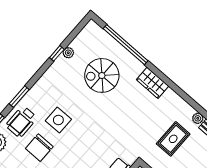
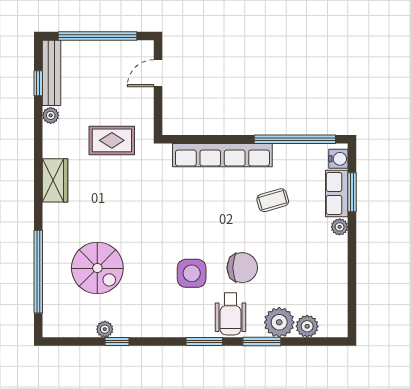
wardrobe: (153, 83) -> (55, 180), moved
wheelchair: (21, 122) -> (231, 314), turned 90
rug: (173, 139) -> (112, 140), moved

